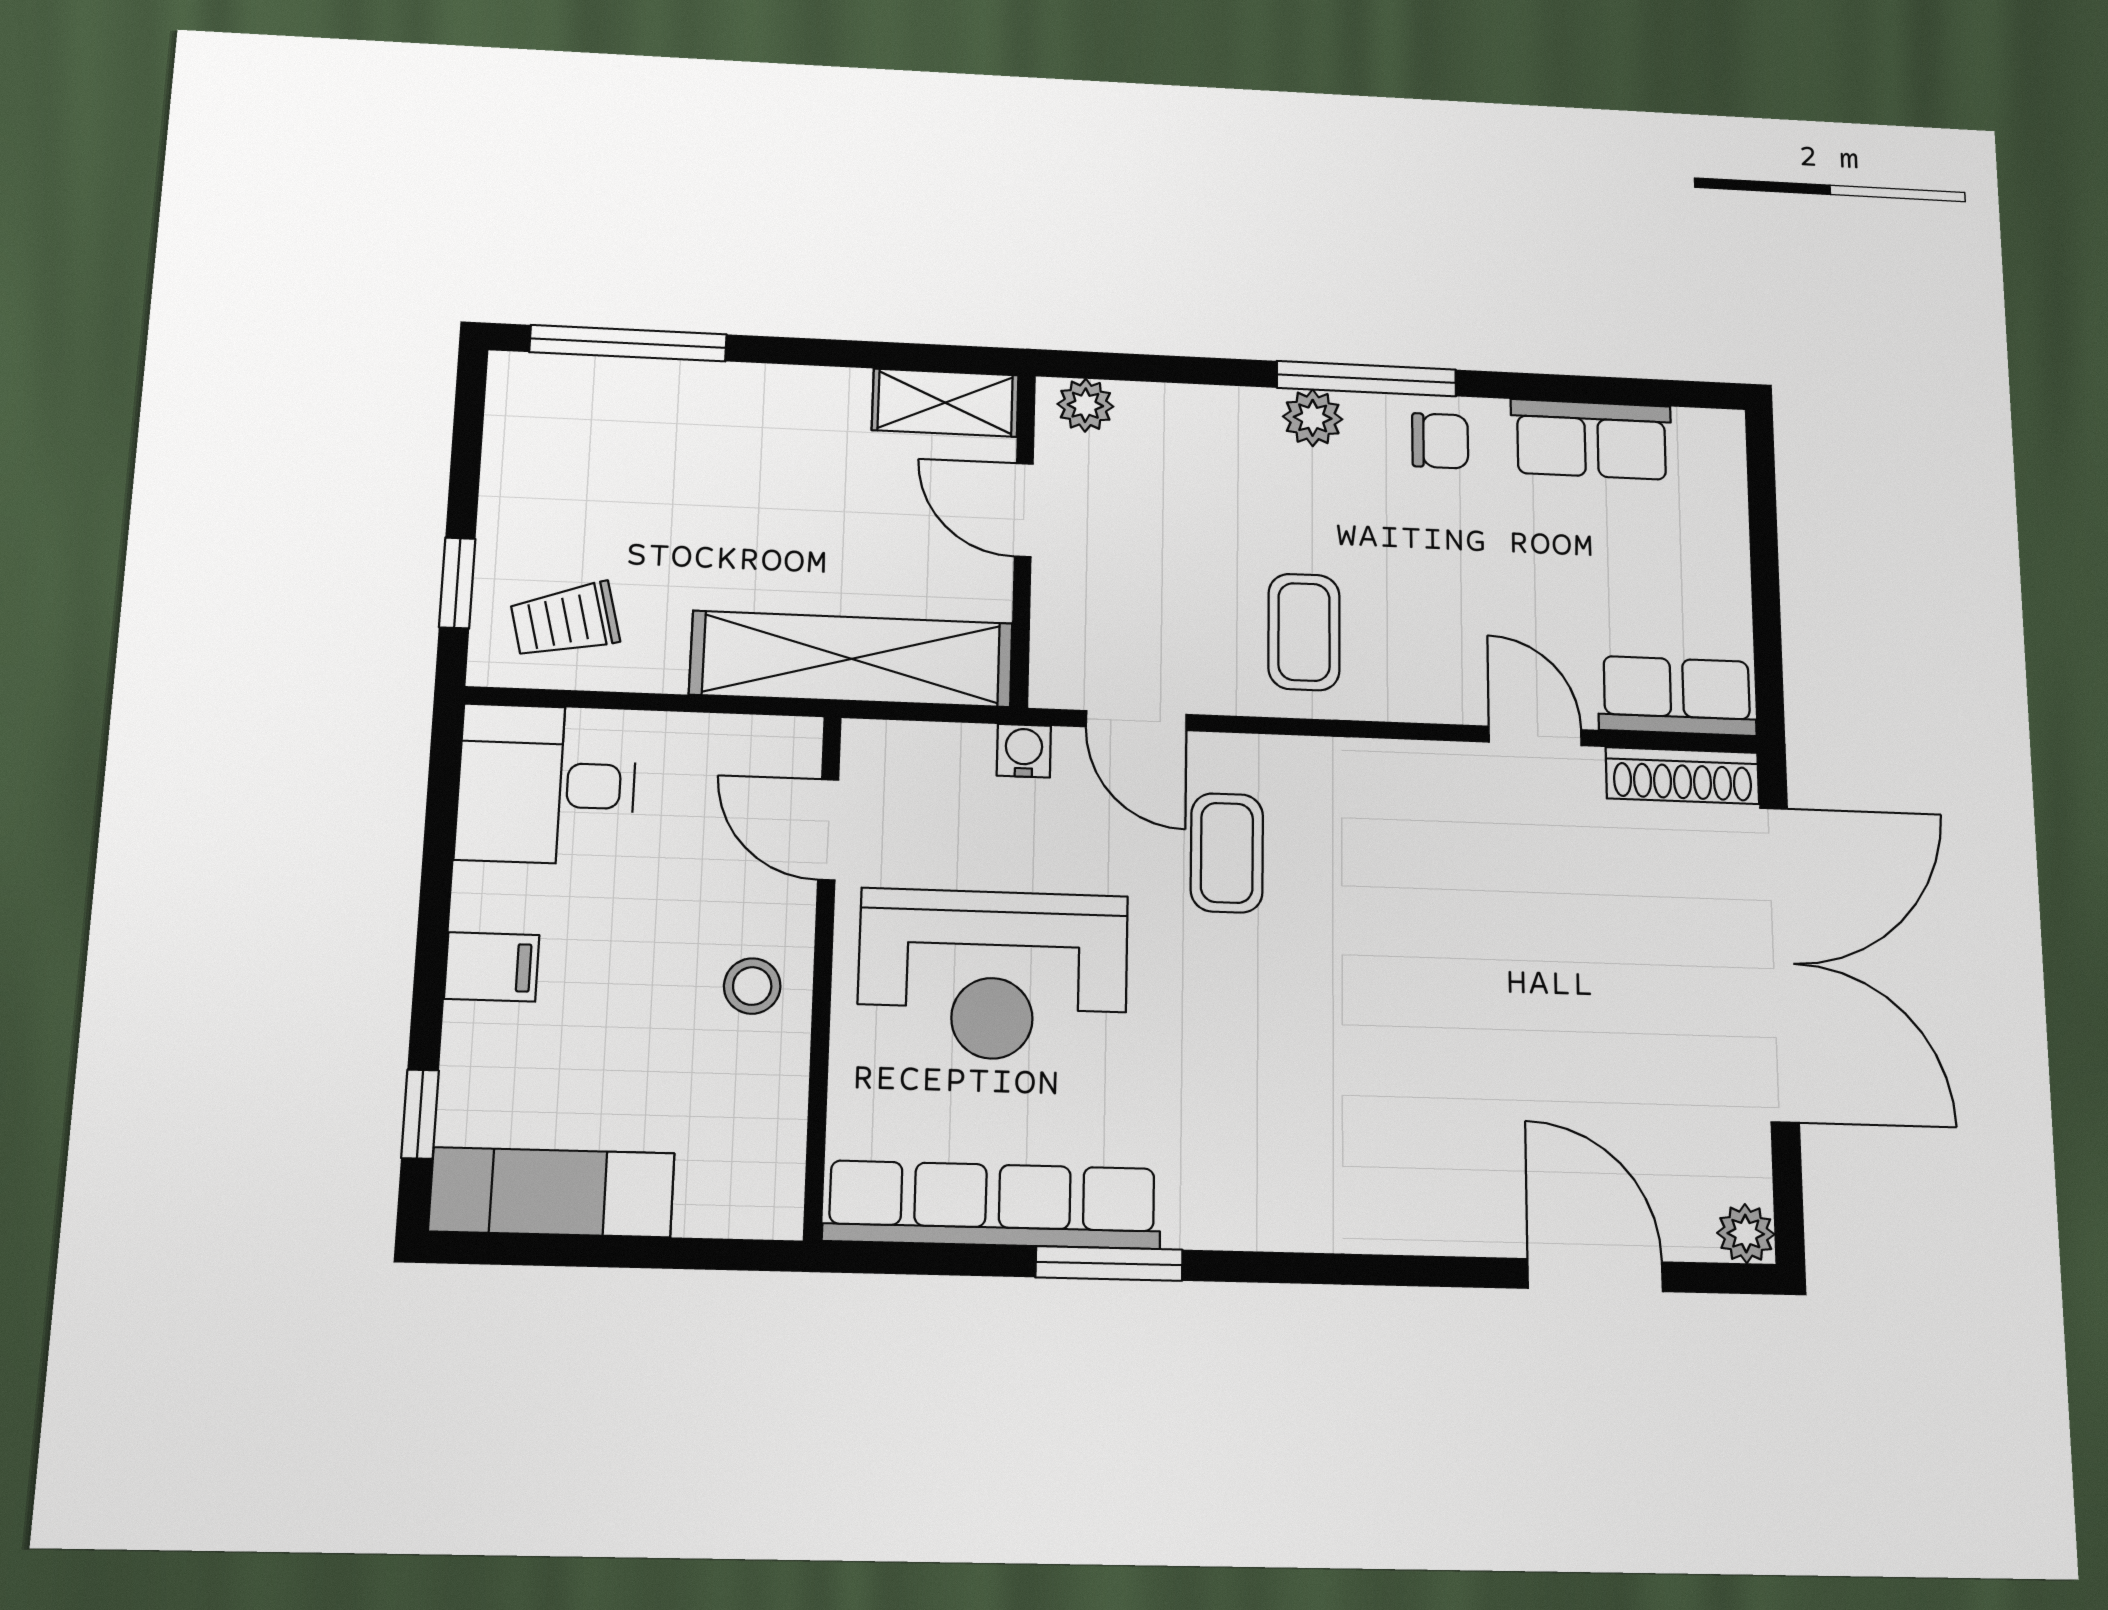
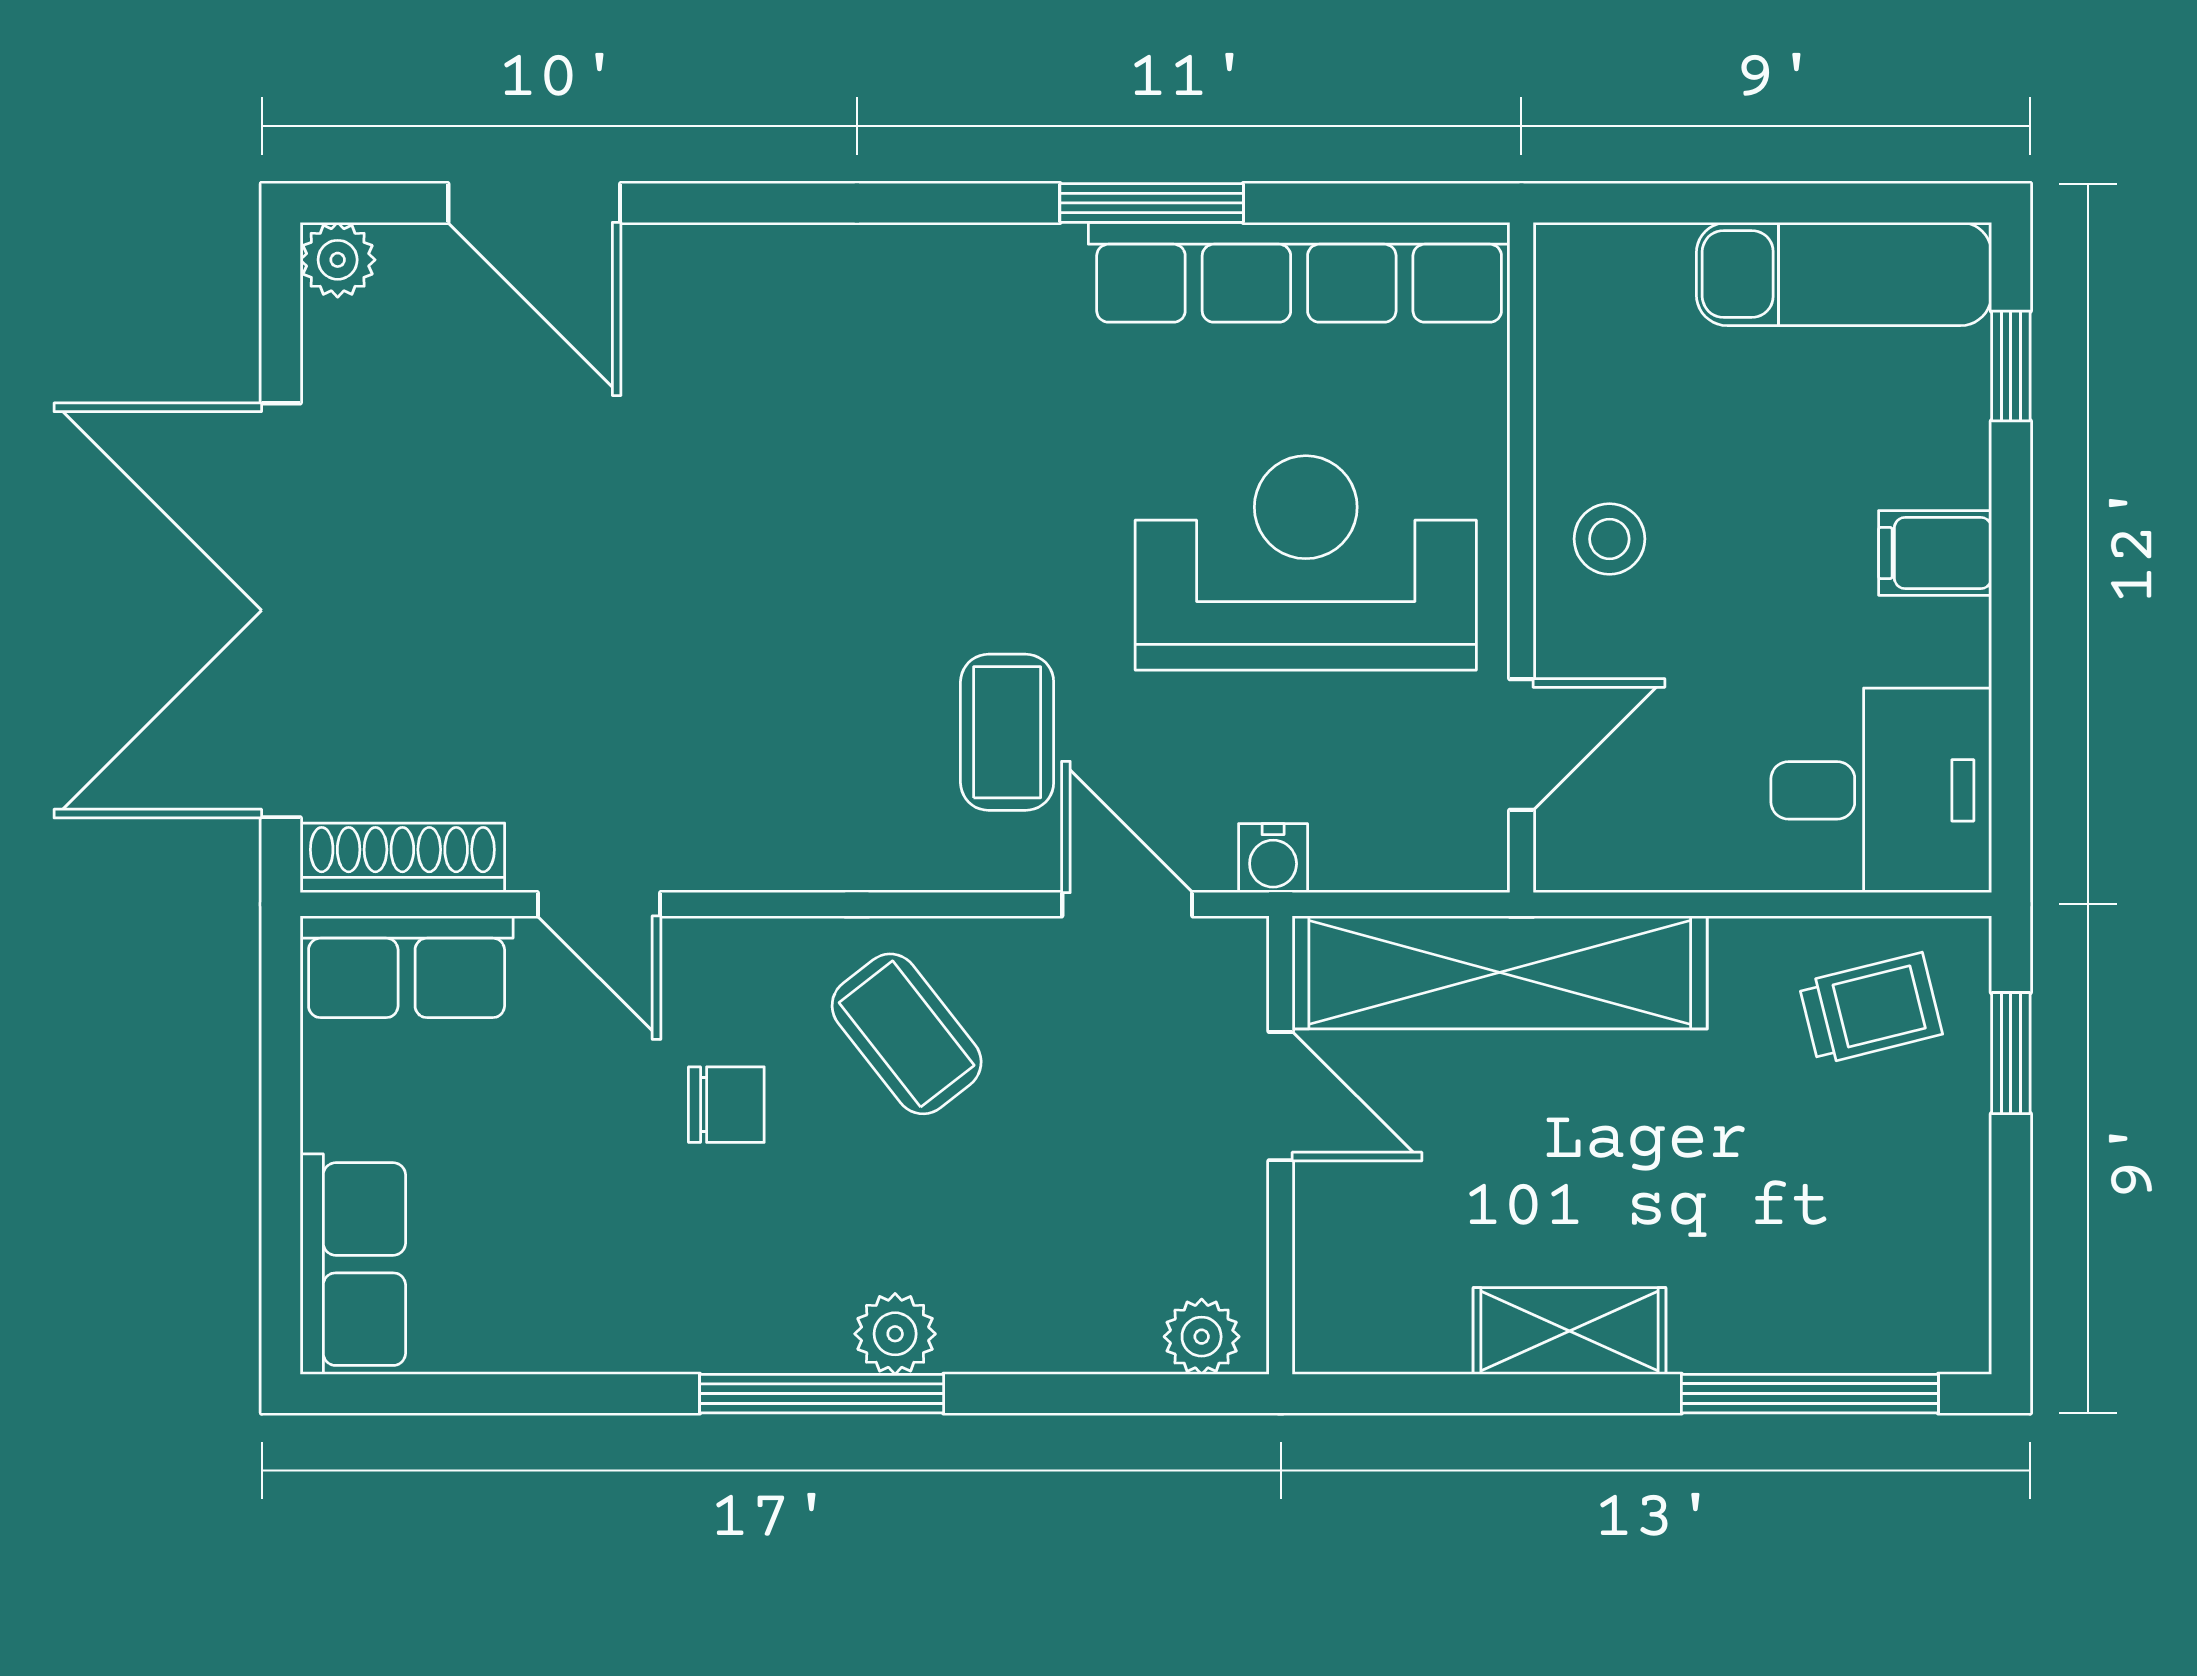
shelving: (945, 403) -> (1570, 1331), moved
row of seats: (1591, 439) -> (353, 1264), moved, turned 90
chair: (1440, 441) -> (726, 1105), moved, turned 180
door: (1024, 510) -> (1281, 1096), moved
coffee table: (1304, 632) -> (907, 1034), turned -38
door: (828, 830) -> (1521, 745), hinge flipped

